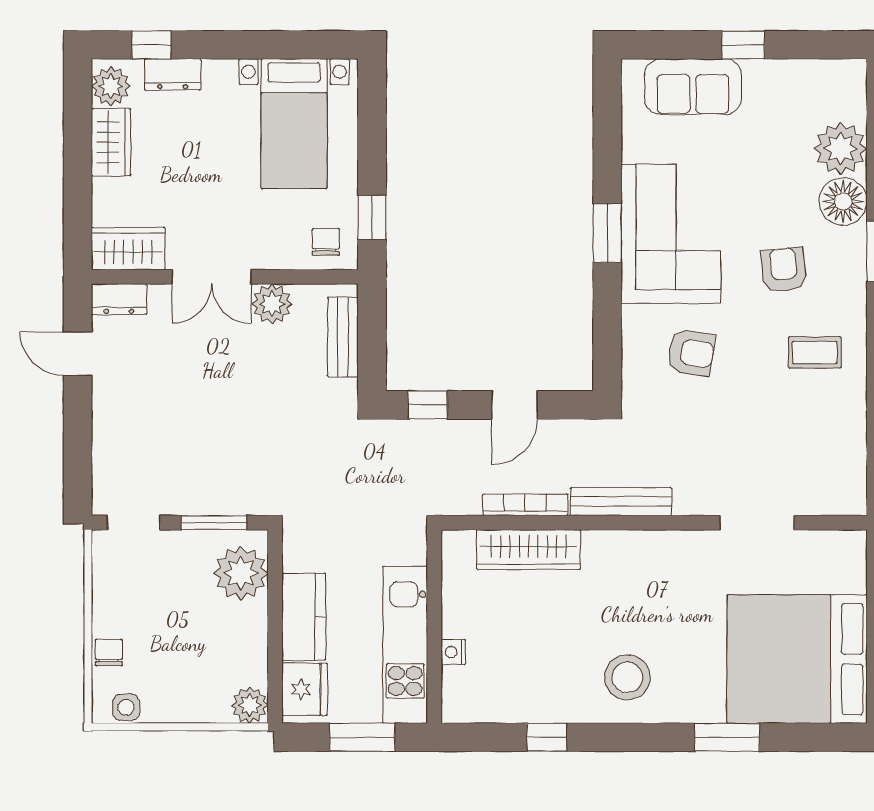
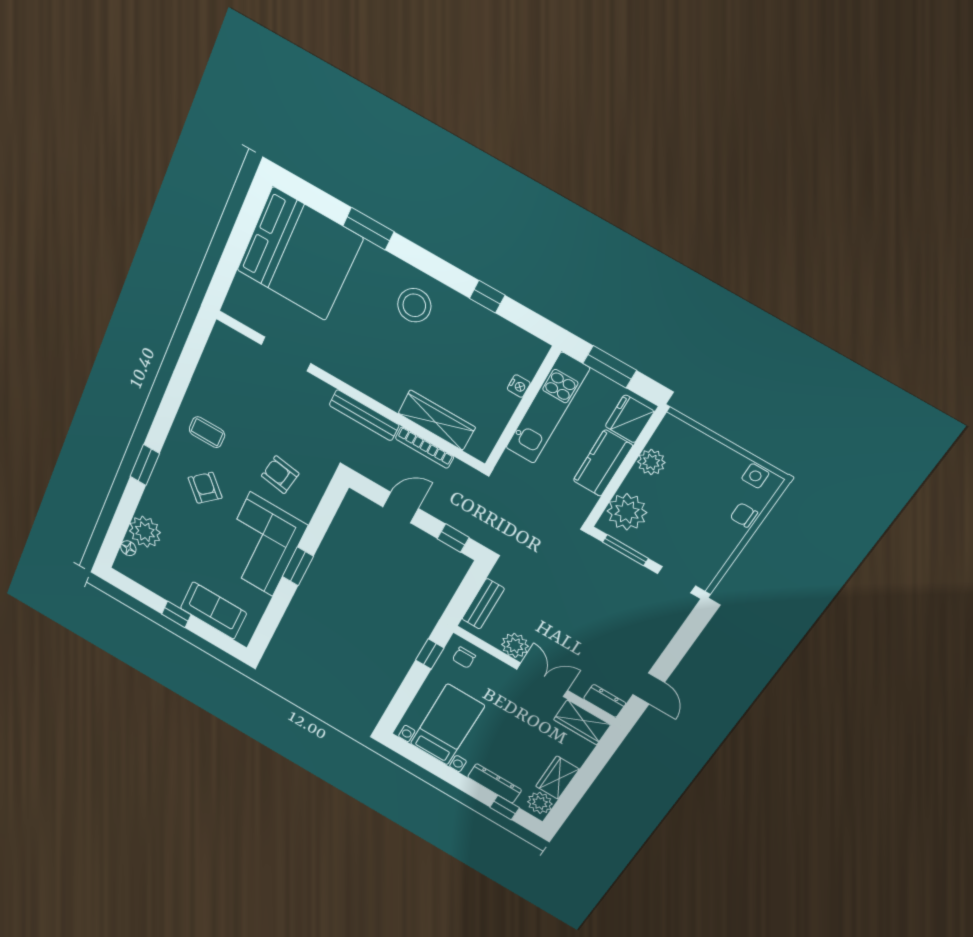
dresser: (173, 74) -> (495, 783), width x1.44
floor lamp: (843, 201) -> (128, 548), moved, width x0.53, depth x0.53
armchair: (784, 270) -> (205, 488), turned 142
chair: (109, 653) -> (744, 515), turned 90
plant: (250, 705) -> (651, 462), moved

